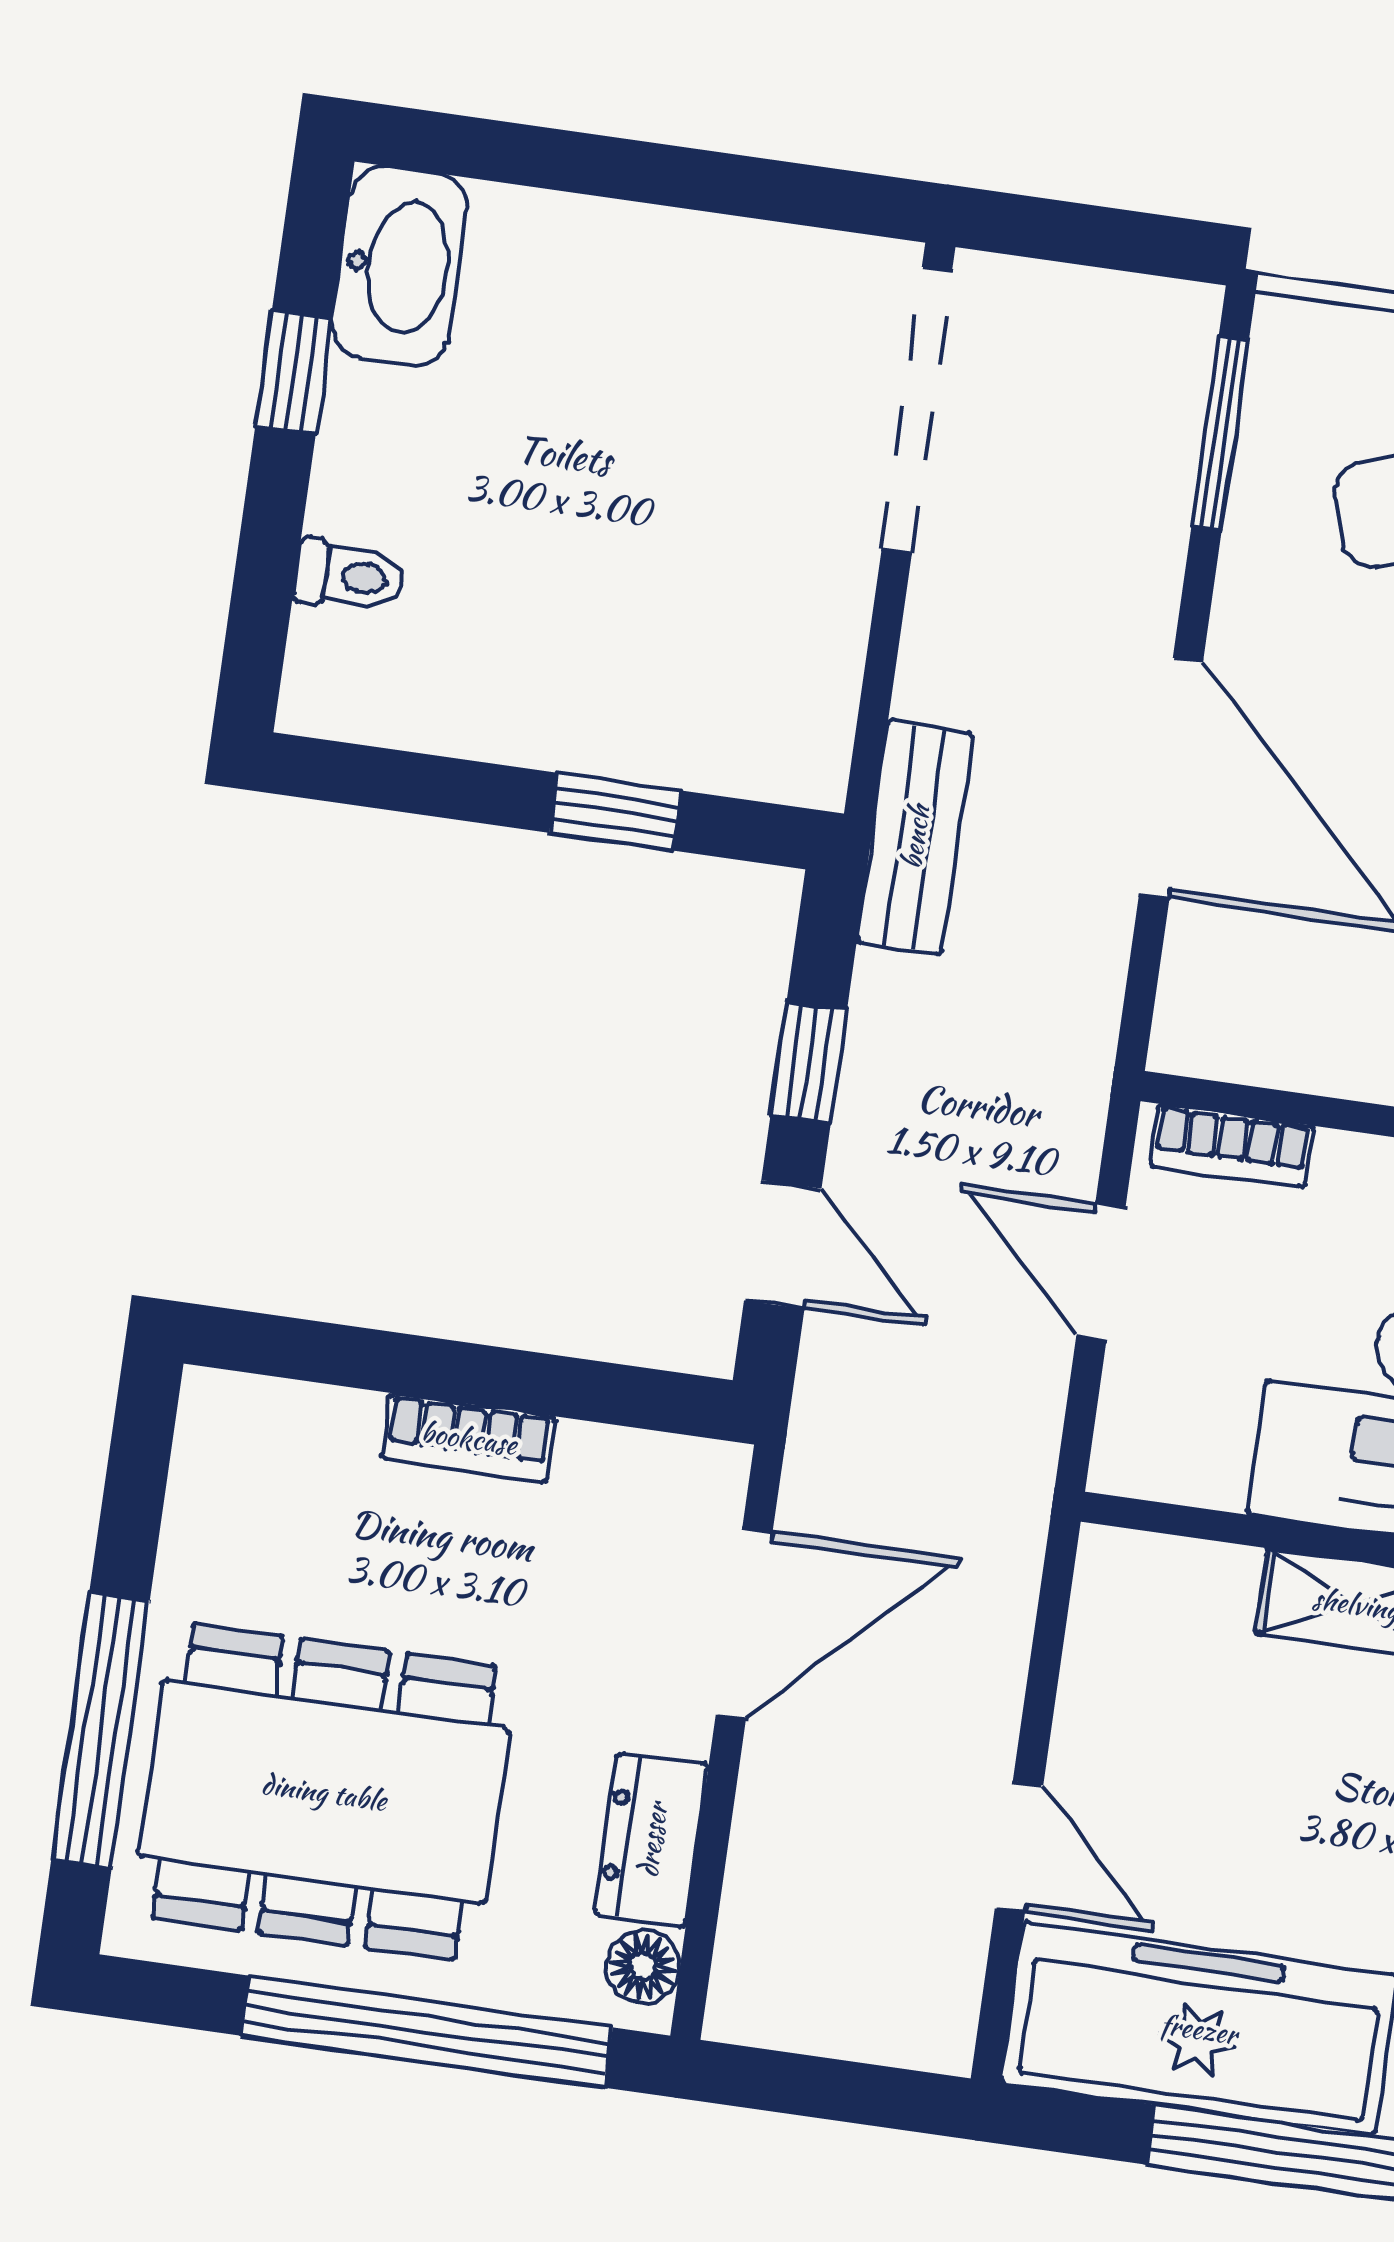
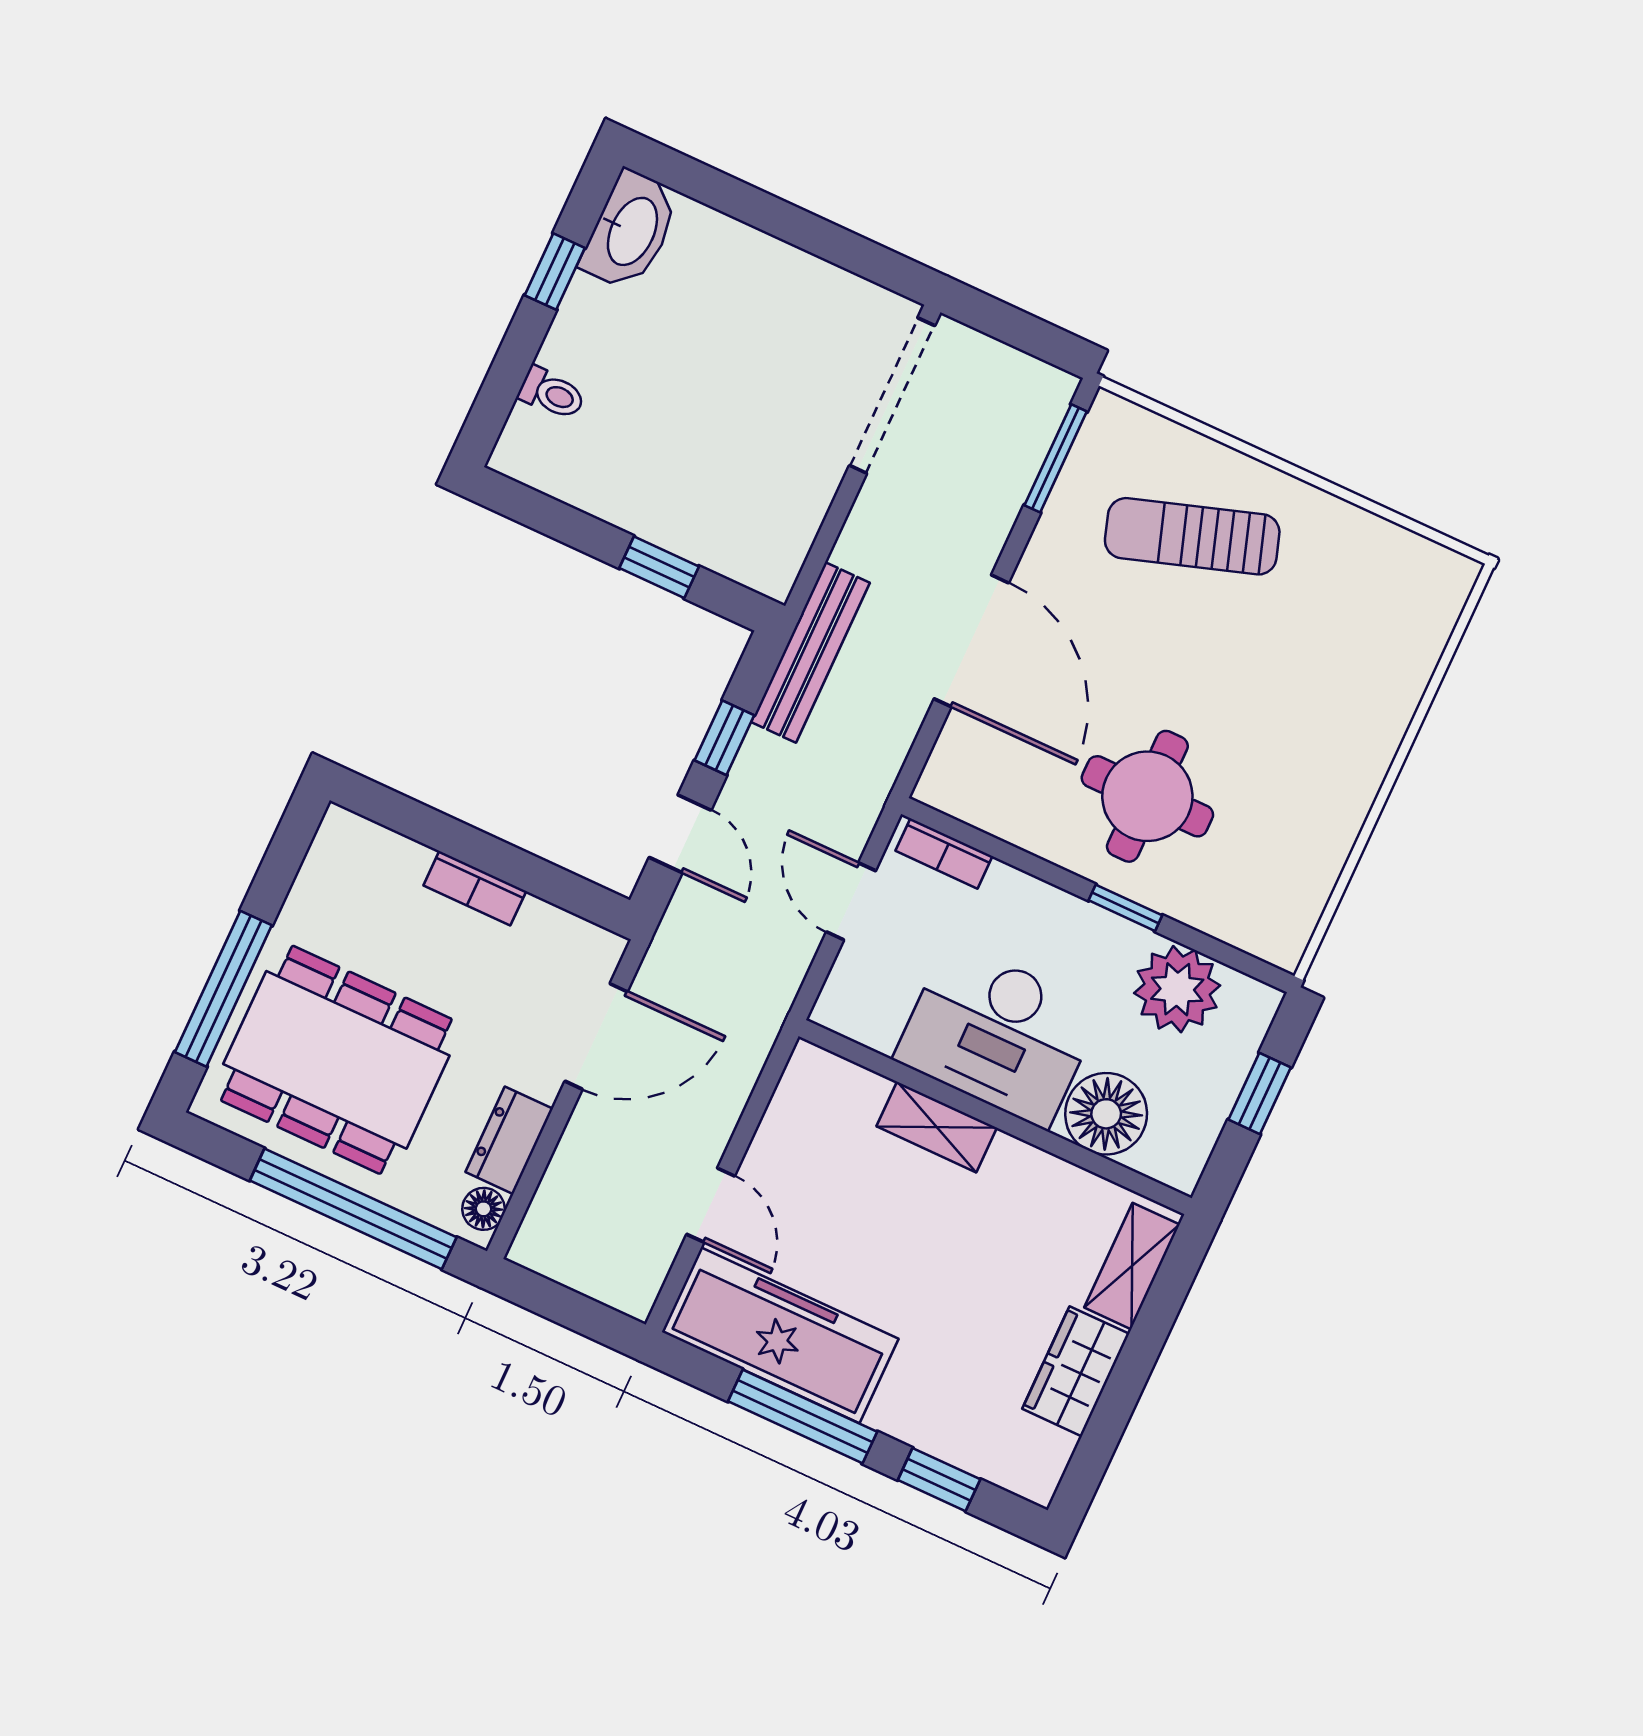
bench: (915, 837) -> (810, 652), width x1.36

